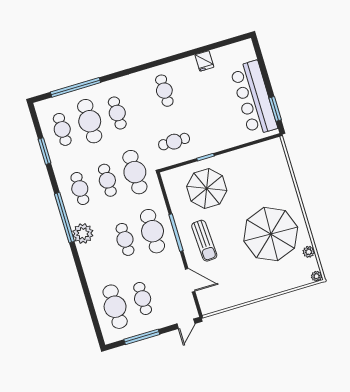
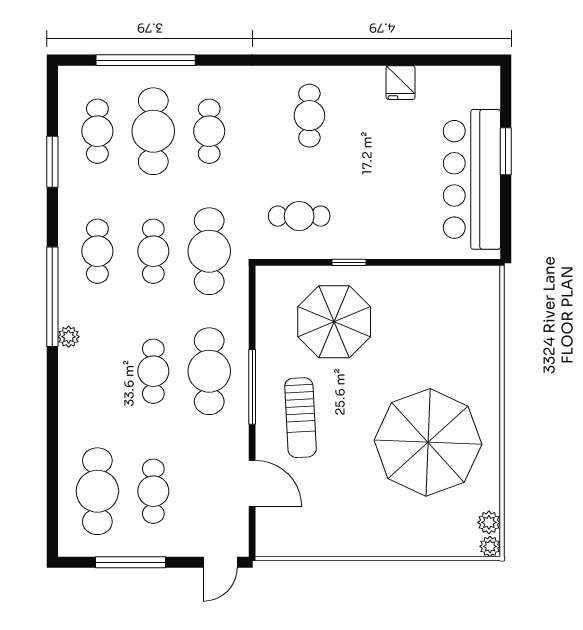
window: (275, 109) -> (506, 151), moved
plant: (83, 233) -> (69, 337), width x0.53, depth x0.53
plant: (309, 252) -> (489, 522), moved

